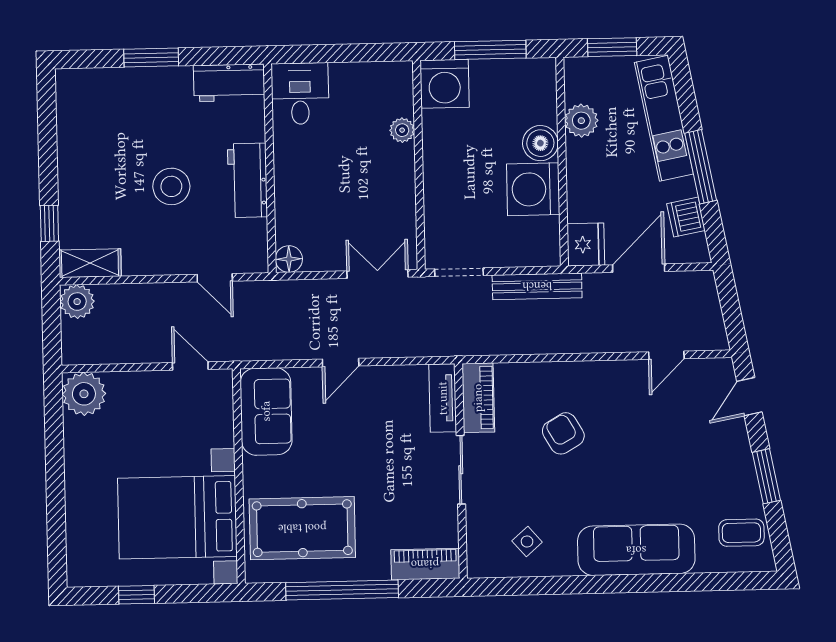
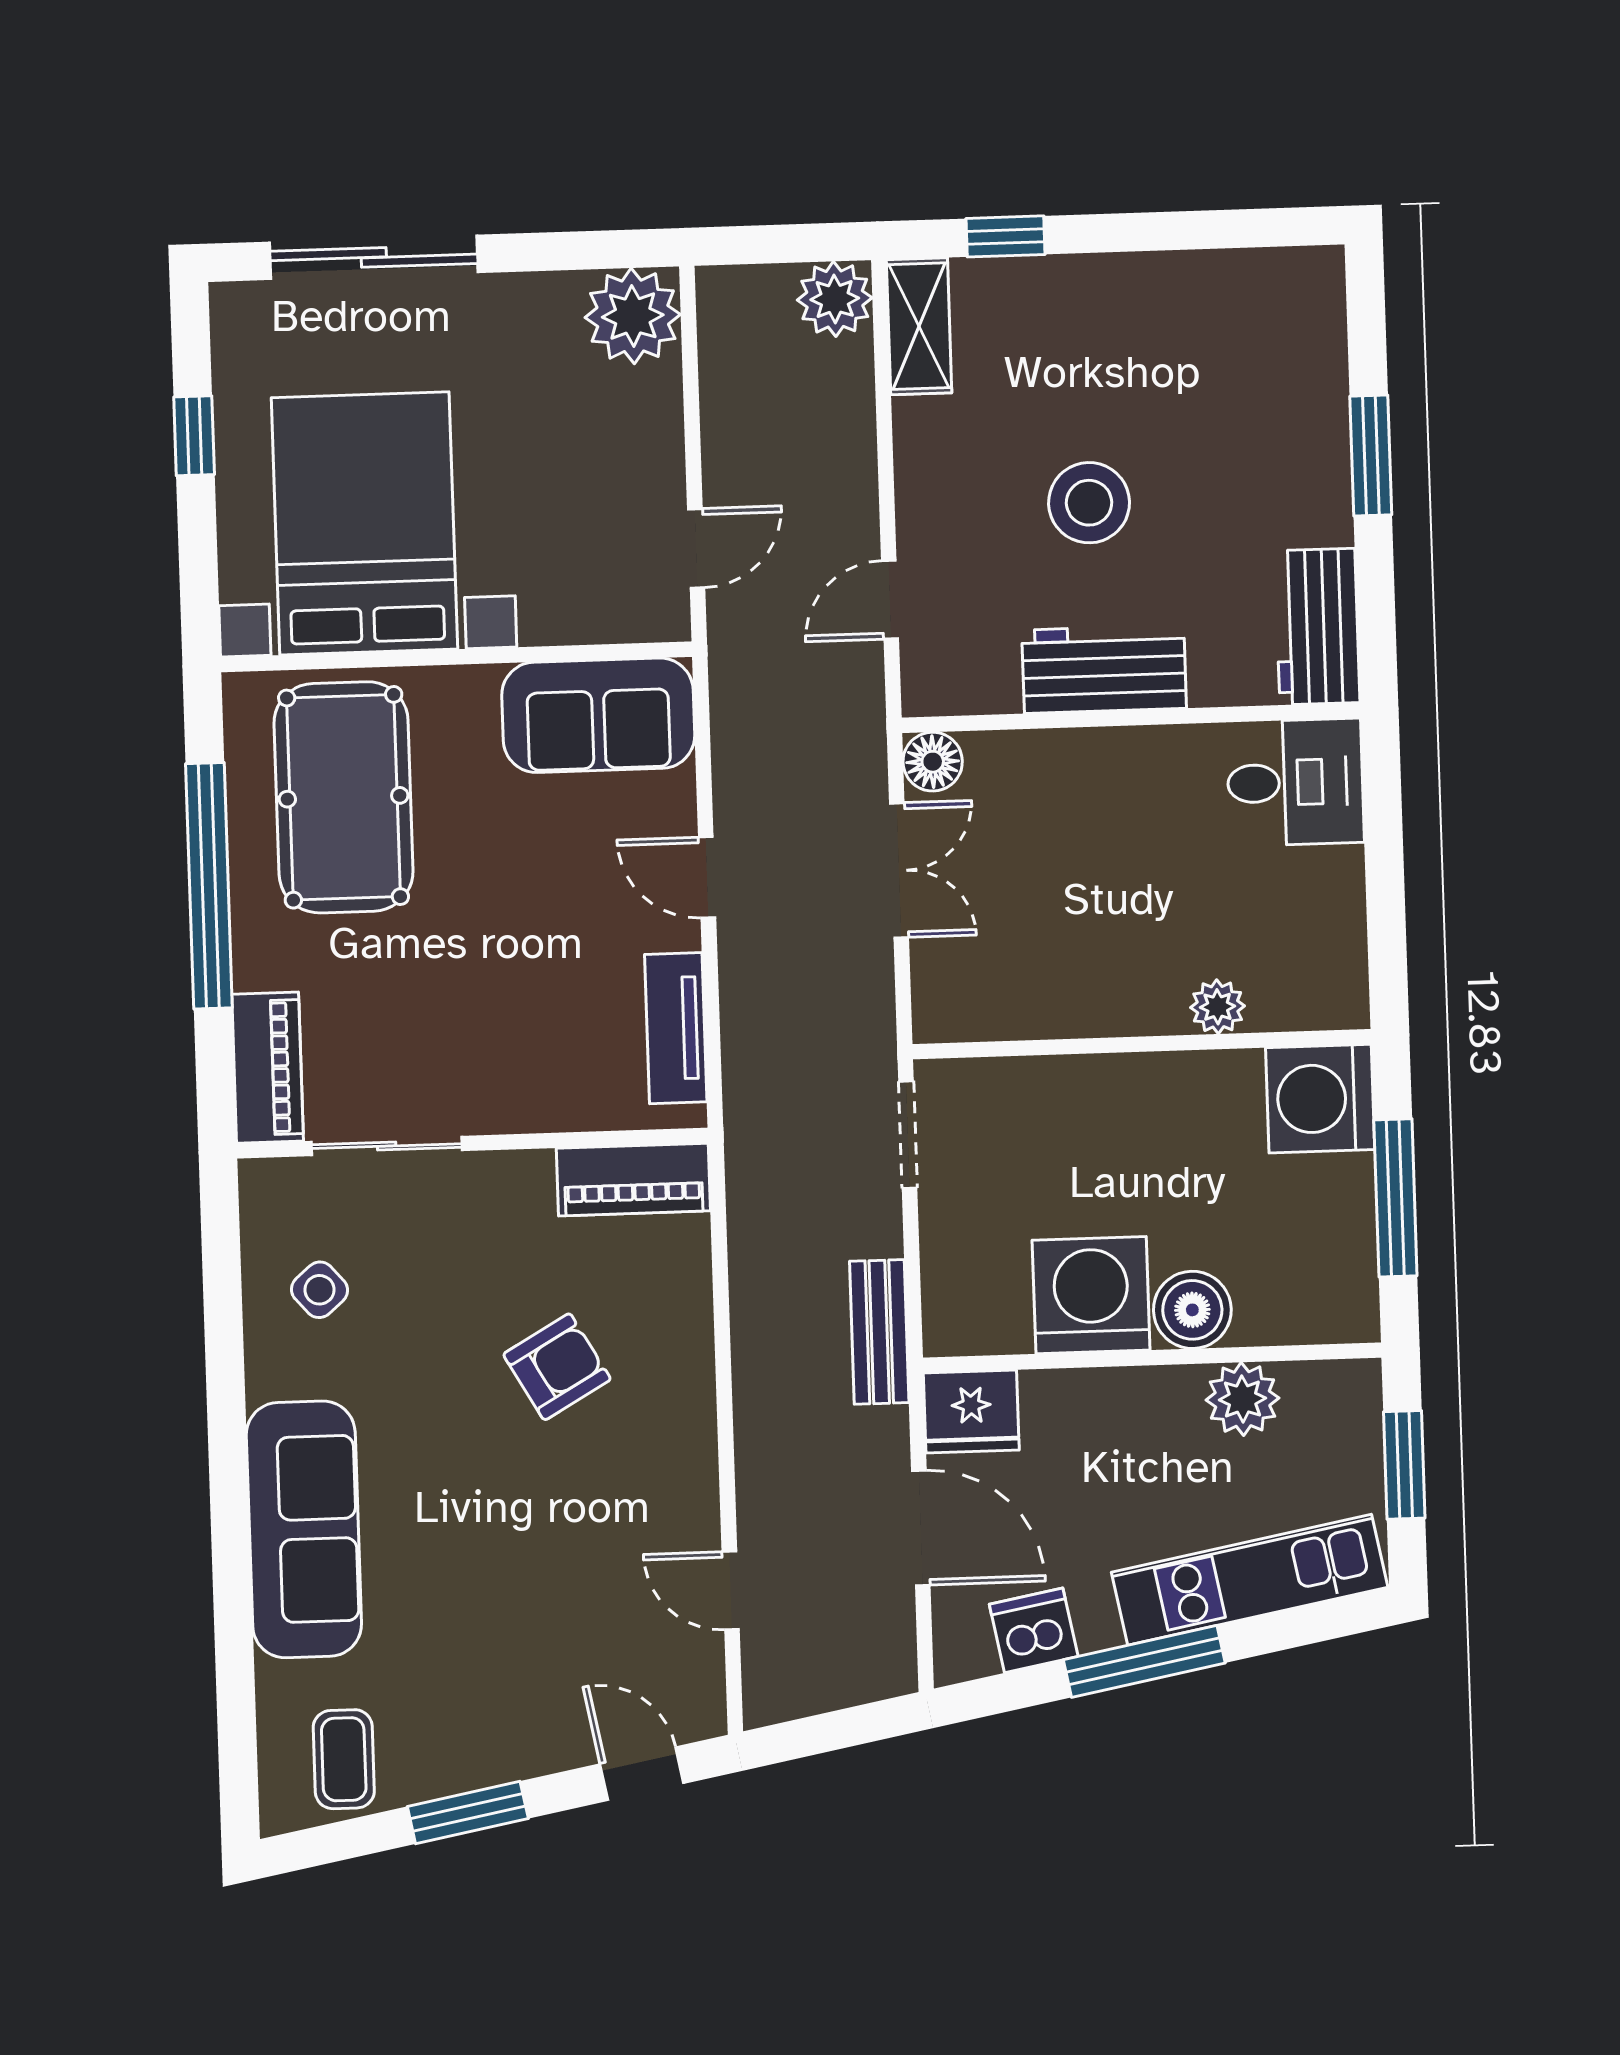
double door: (377, 274) -> (899, 870), moved
bench: (537, 286) -> (879, 1332), width x0.73
tv unit: (443, 398) -> (676, 1028), moved, turned -90
sliding door: (461, 470) -> (387, 1146), moved
sliding door: (56, 512) -> (374, 257), added

